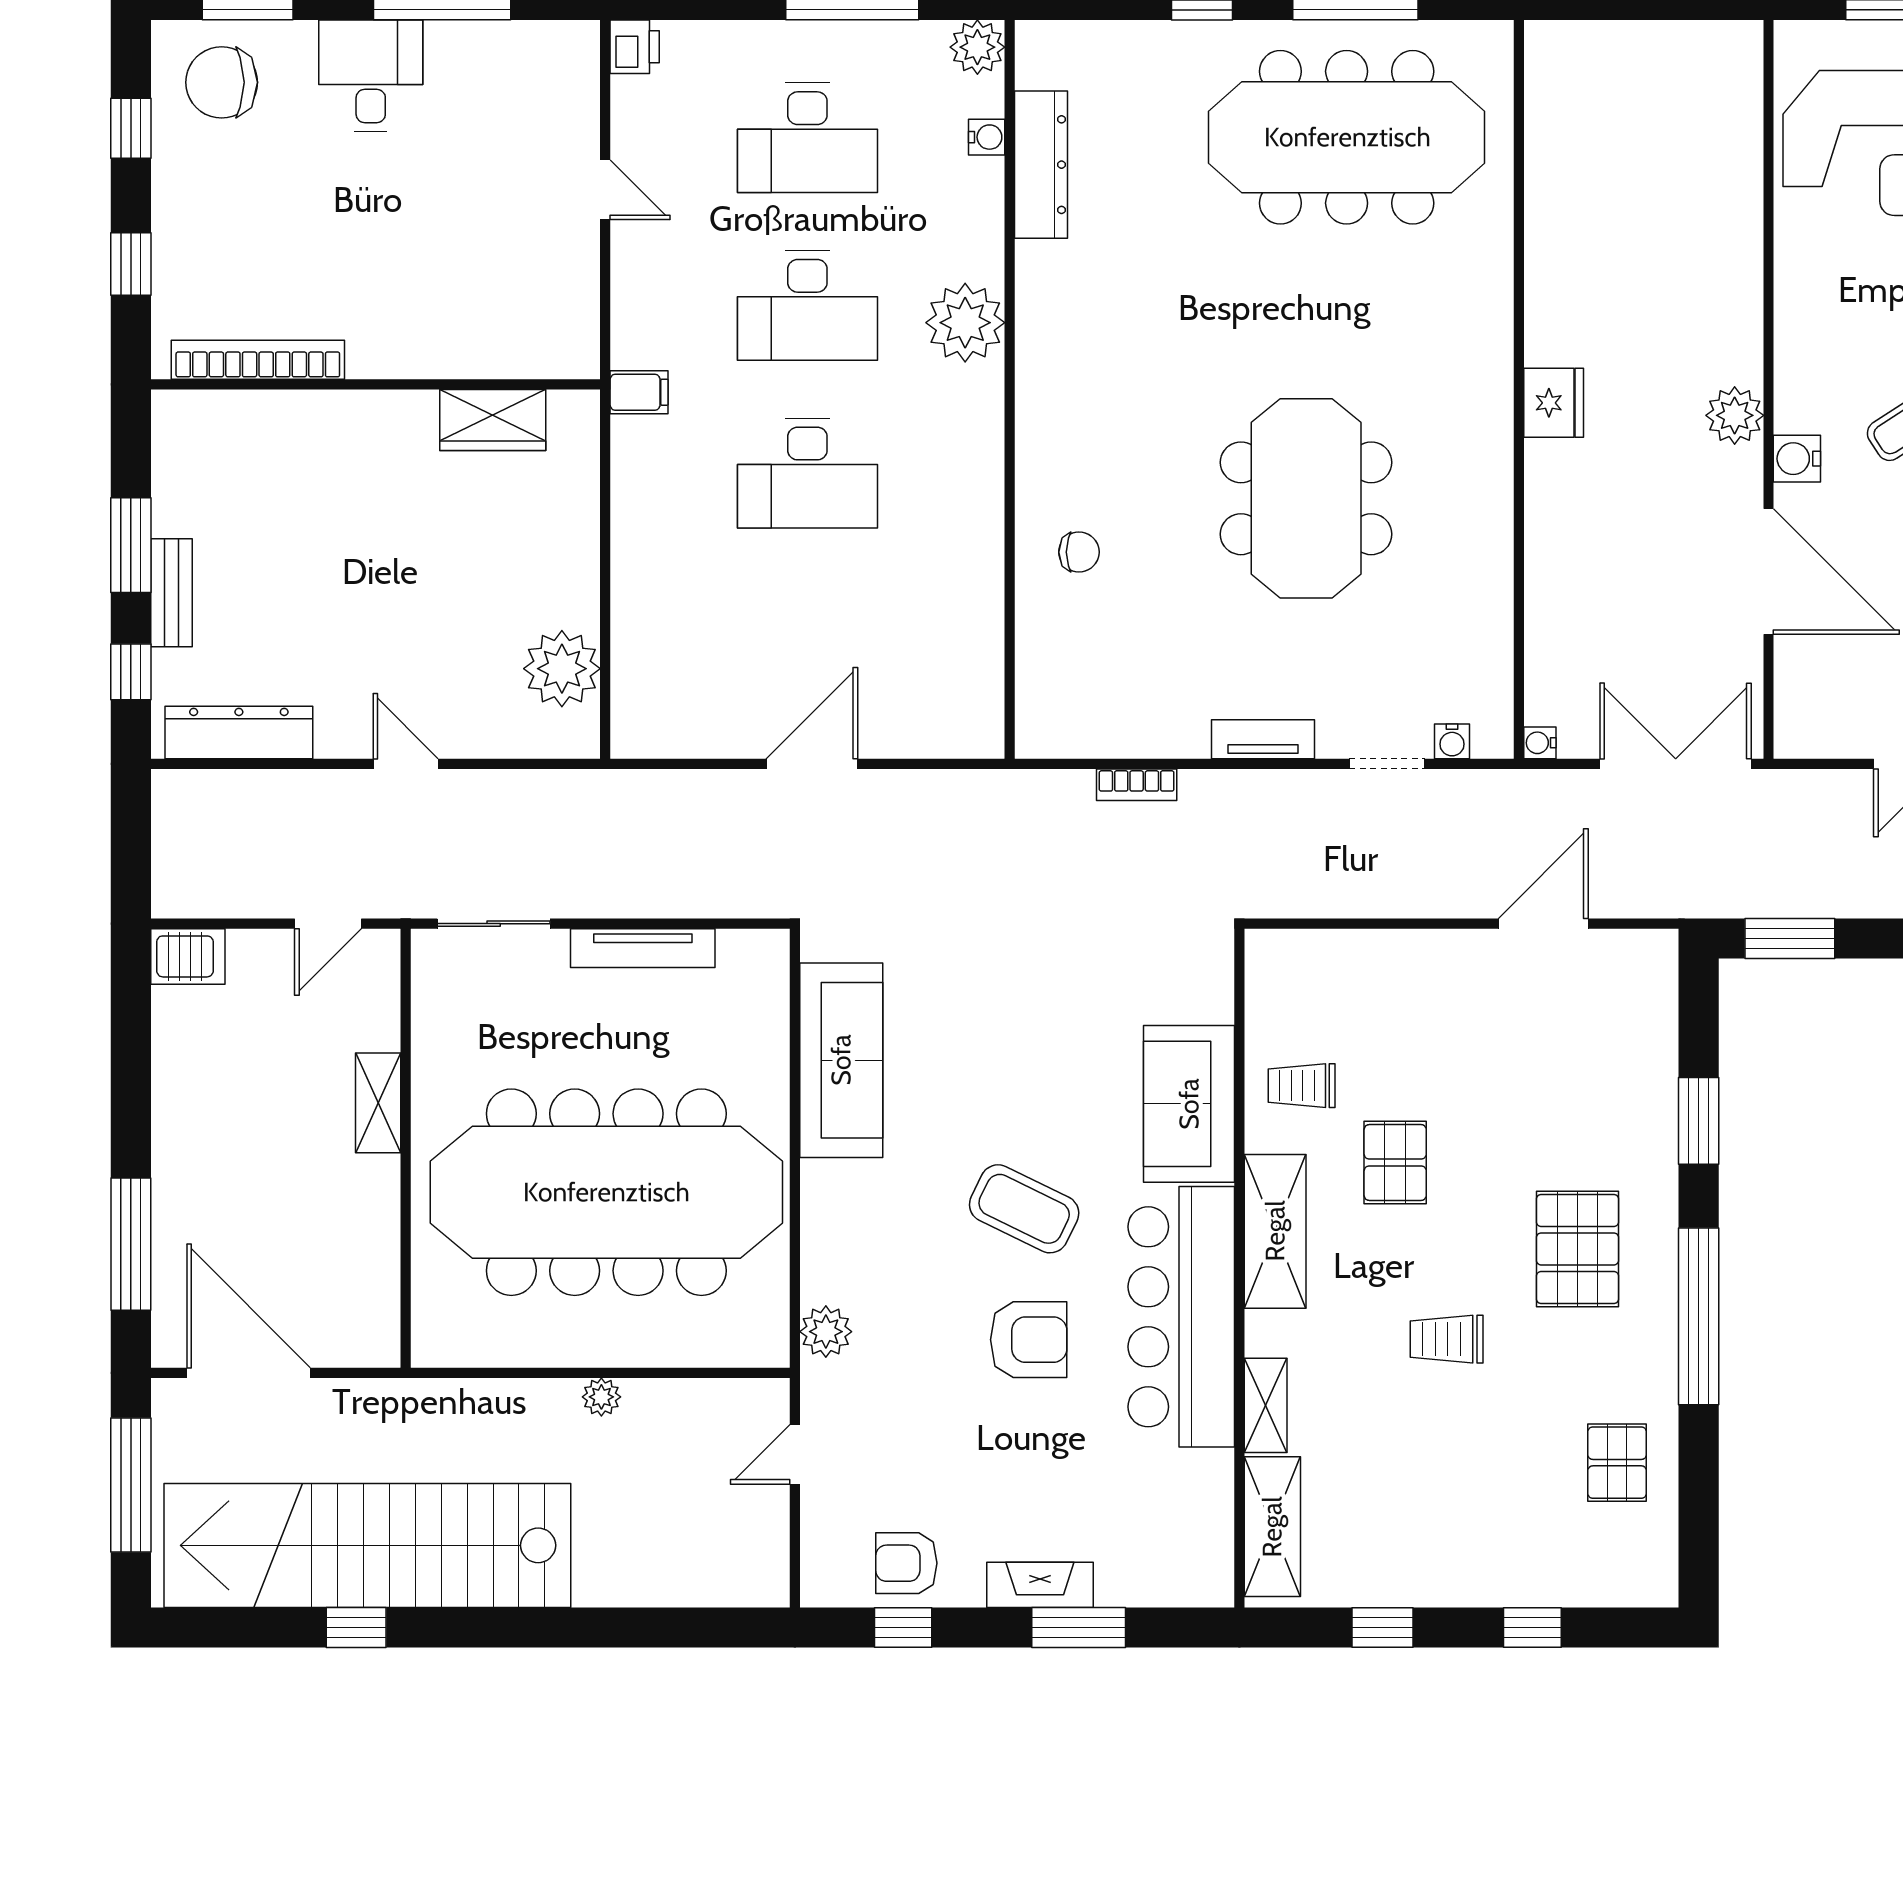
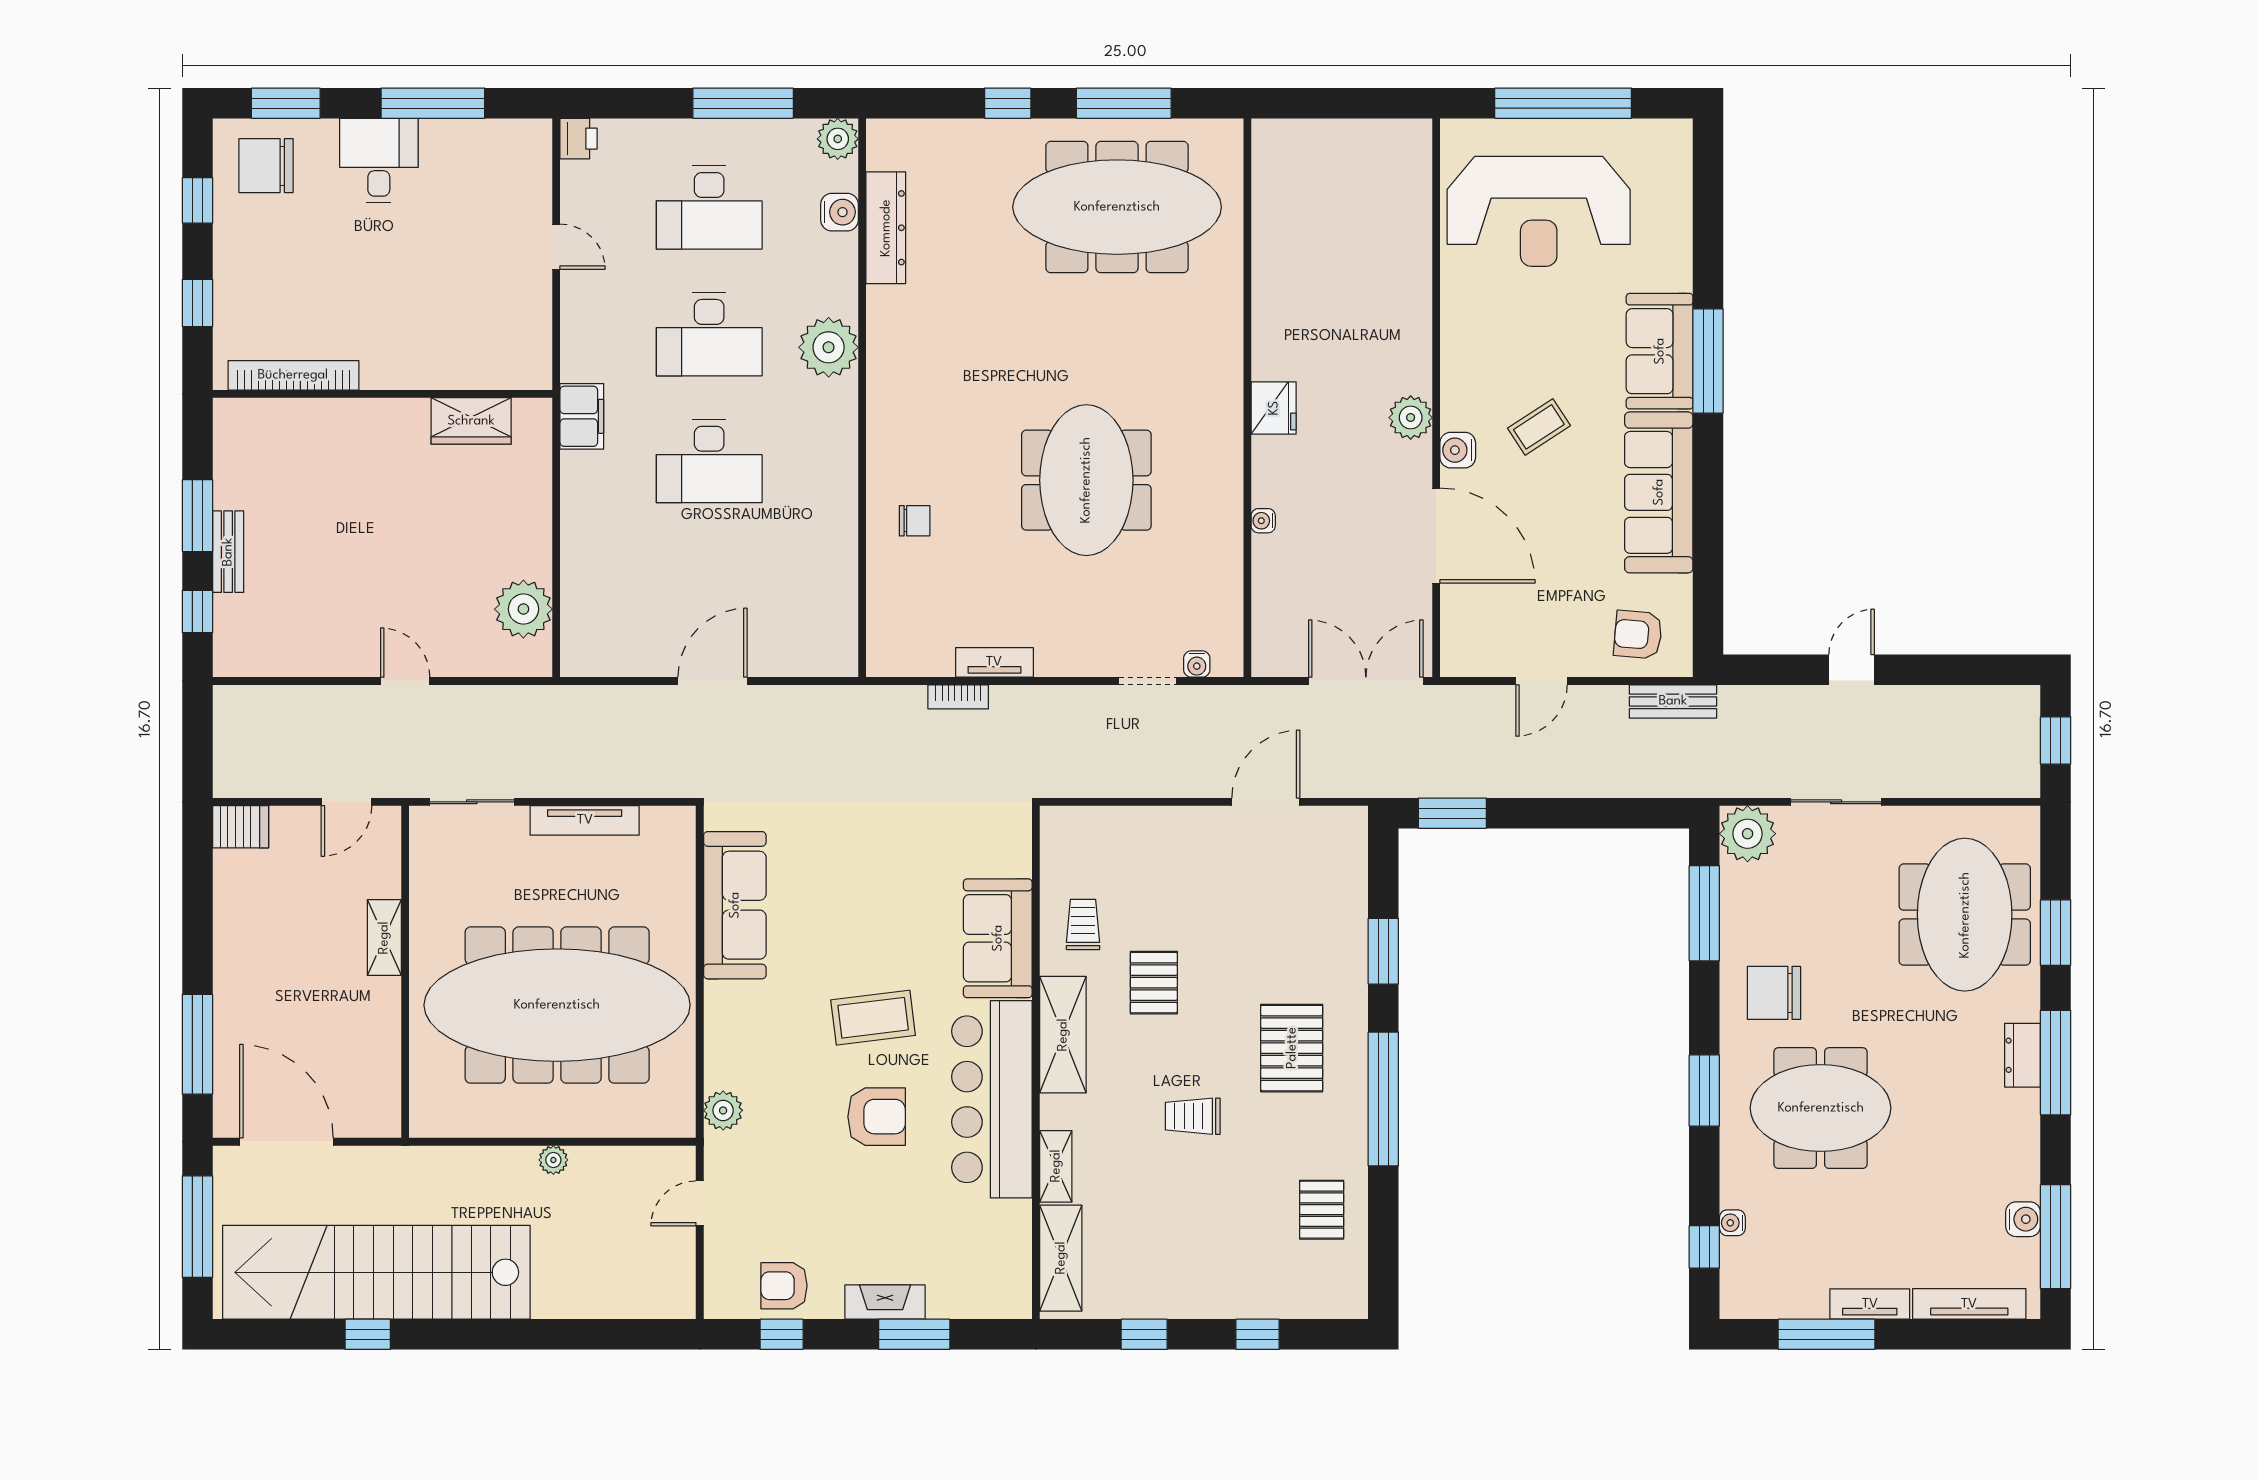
water cooler: (987, 137) -> (839, 212), width x1.38, depth x1.38
filing cabinet: (639, 392) -> (582, 416), width x2.00
dresser: (239, 732) -> (279, 657), removed
tv unit: (1263, 739) -> (994, 662), moved
water cooler: (1540, 743) -> (1263, 521), moved
trolley: (1302, 1086) -> (1083, 924), turned 90
coffee table: (1024, 1209) -> (873, 1018), turned -33

